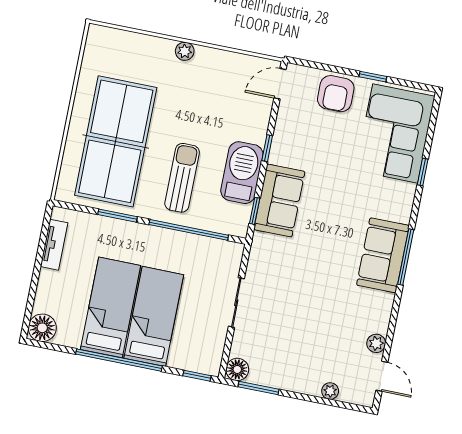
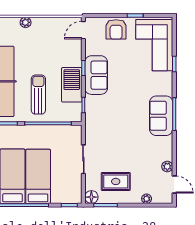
sofa: (279, 201) -> (96, 75), moved
rug: (284, 351) -> (116, 181), added

